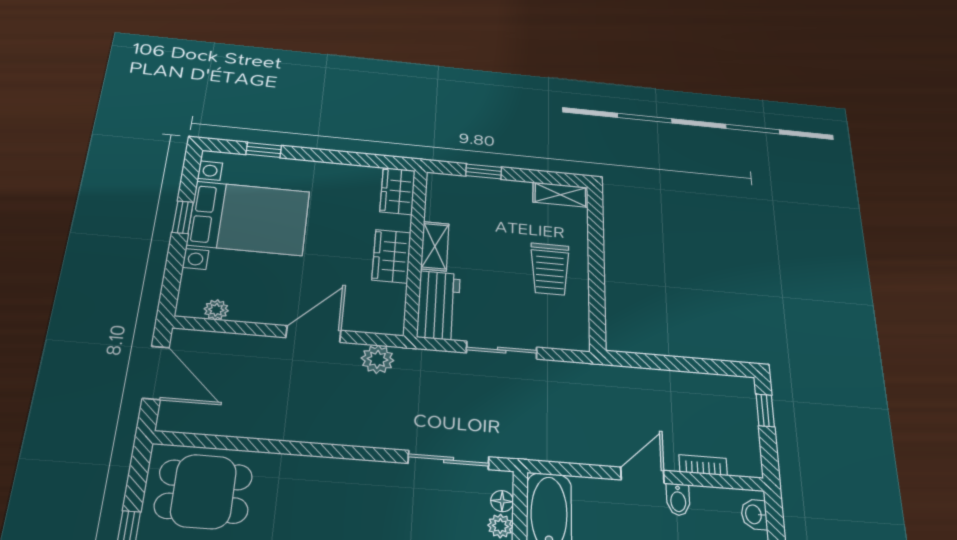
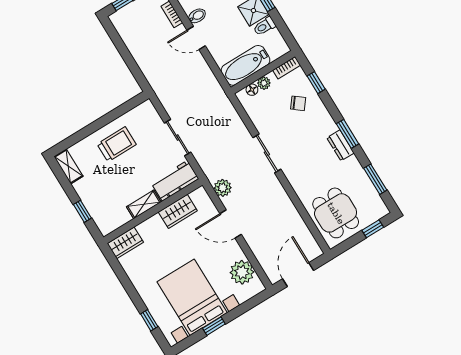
wardrobe: (391, 256) -> (178, 211), moved
plant: (216, 310) -> (242, 272), width x1.88, depth x1.88
sliding door: (449, 460) -> (267, 153), moved

